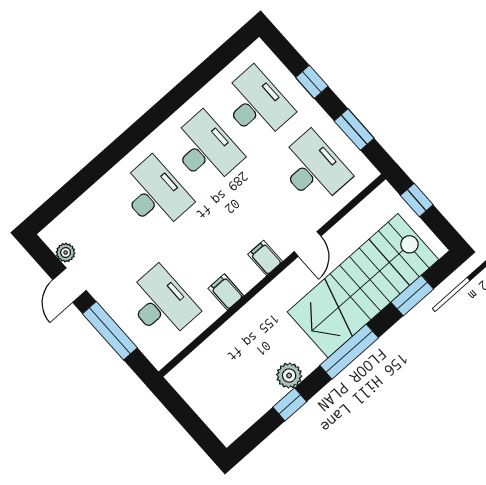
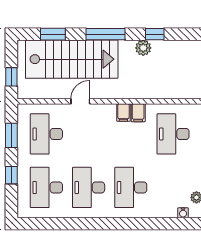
water cooler: (65, 220) -> (183, 213), added
filing cabinet: (265, 258) -> (123, 112), moved

